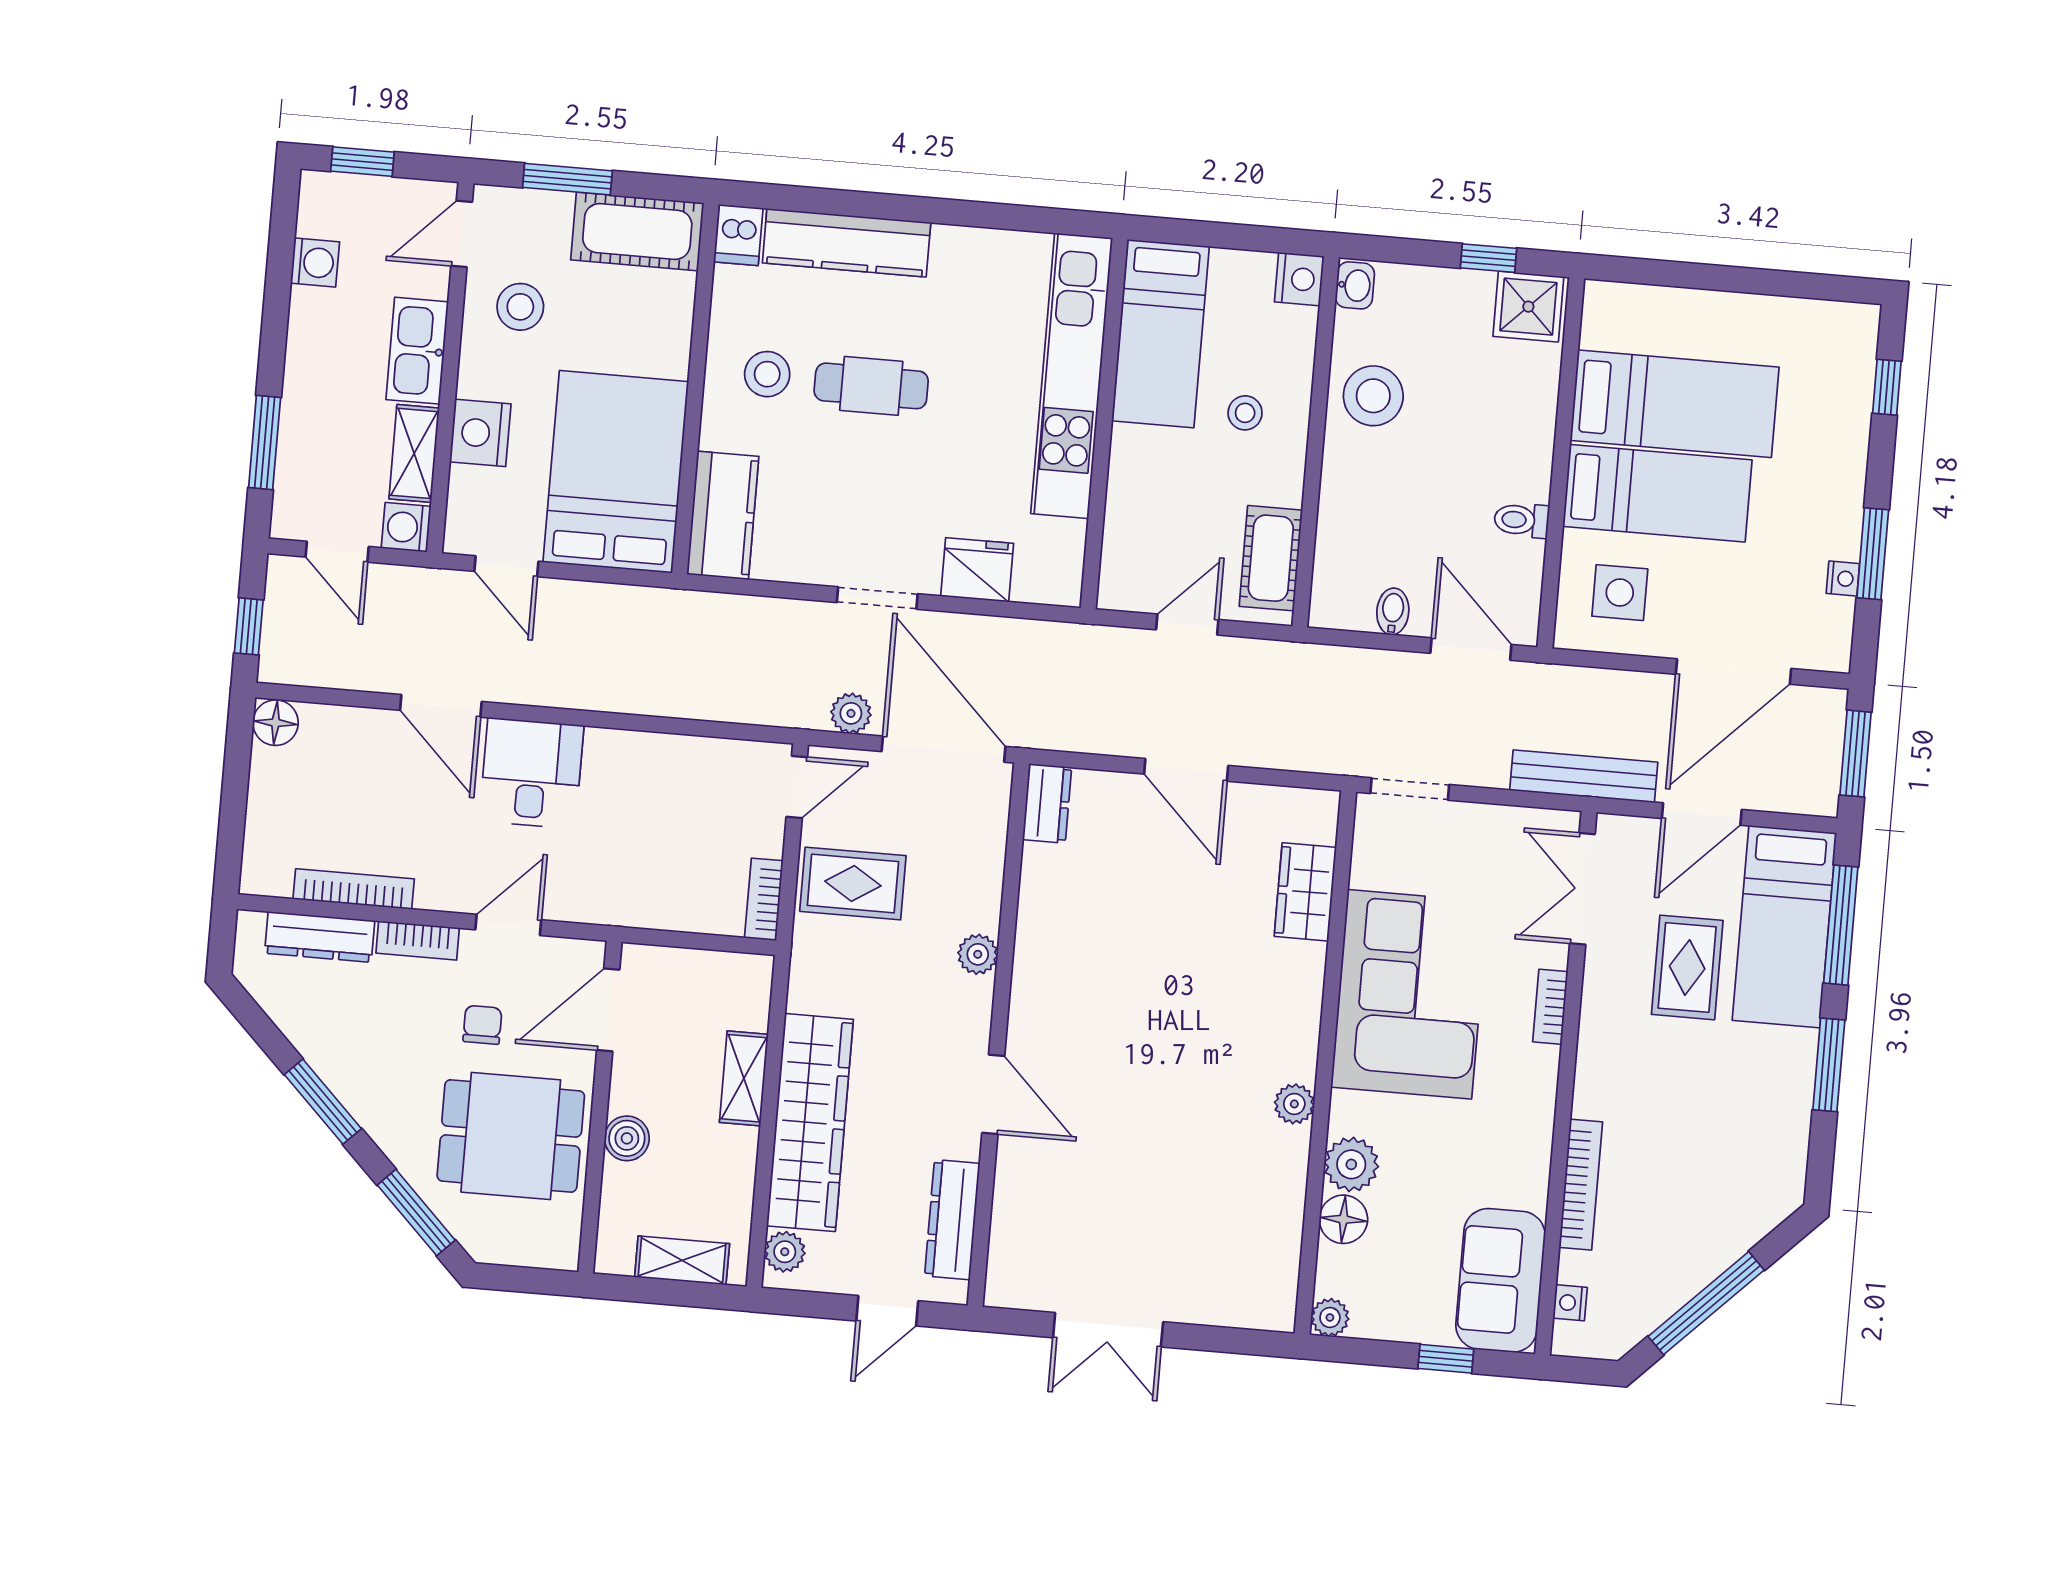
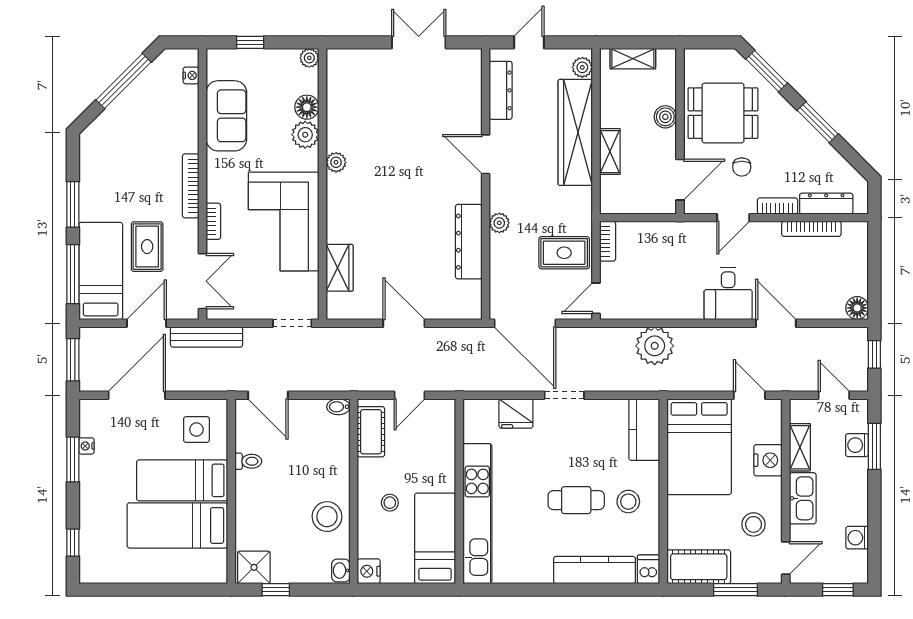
washing machine: (406, 527) -> (857, 445), moved, turned 180
bidet: (1393, 611) -> (338, 407), moved, turned 90
plant: (851, 713) -> (655, 346), moved, width x1.87, depth x1.87
dresser: (1047, 803) -> (469, 242), moved, width x1.96, depth x1.24
bookcase: (1581, 1185) -> (191, 186), moved
sofa: (1501, 1280) -> (226, 116), moved

